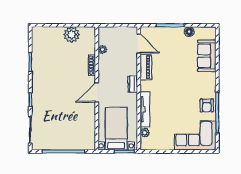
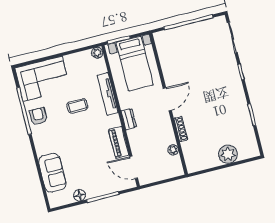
plant: (72, 35) -> (228, 154), moved
coffee table: (172, 106) -> (77, 106), added
plant: (145, 133) -> (97, 53), moved

